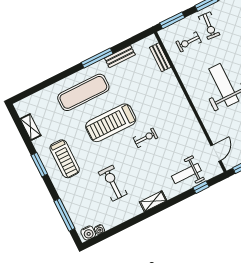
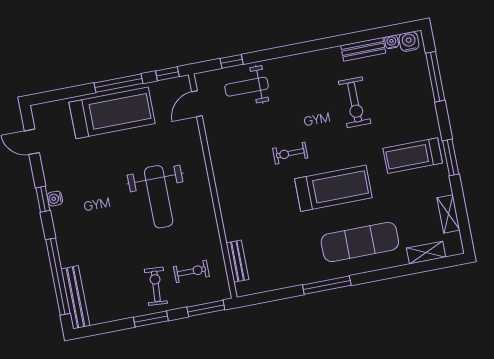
bench: (120, 56) -> (363, 49), moved
treadmill: (65, 159) -> (413, 156), turned -90
weight bench: (186, 173) -> (247, 87), turned 180
shelving: (153, 201) -> (426, 253), moved

